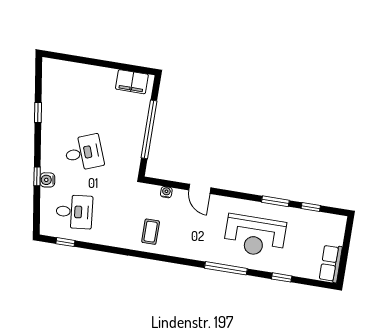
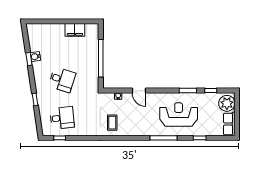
filing cabinet: (132, 82) -> (75, 30), moved
desk: (84, 153) -> (62, 80), turned 39
water cooler: (47, 180) -> (35, 57), moved
plant: (332, 231) -> (227, 103), added
reception desk: (255, 236) -> (179, 114), turned 180

